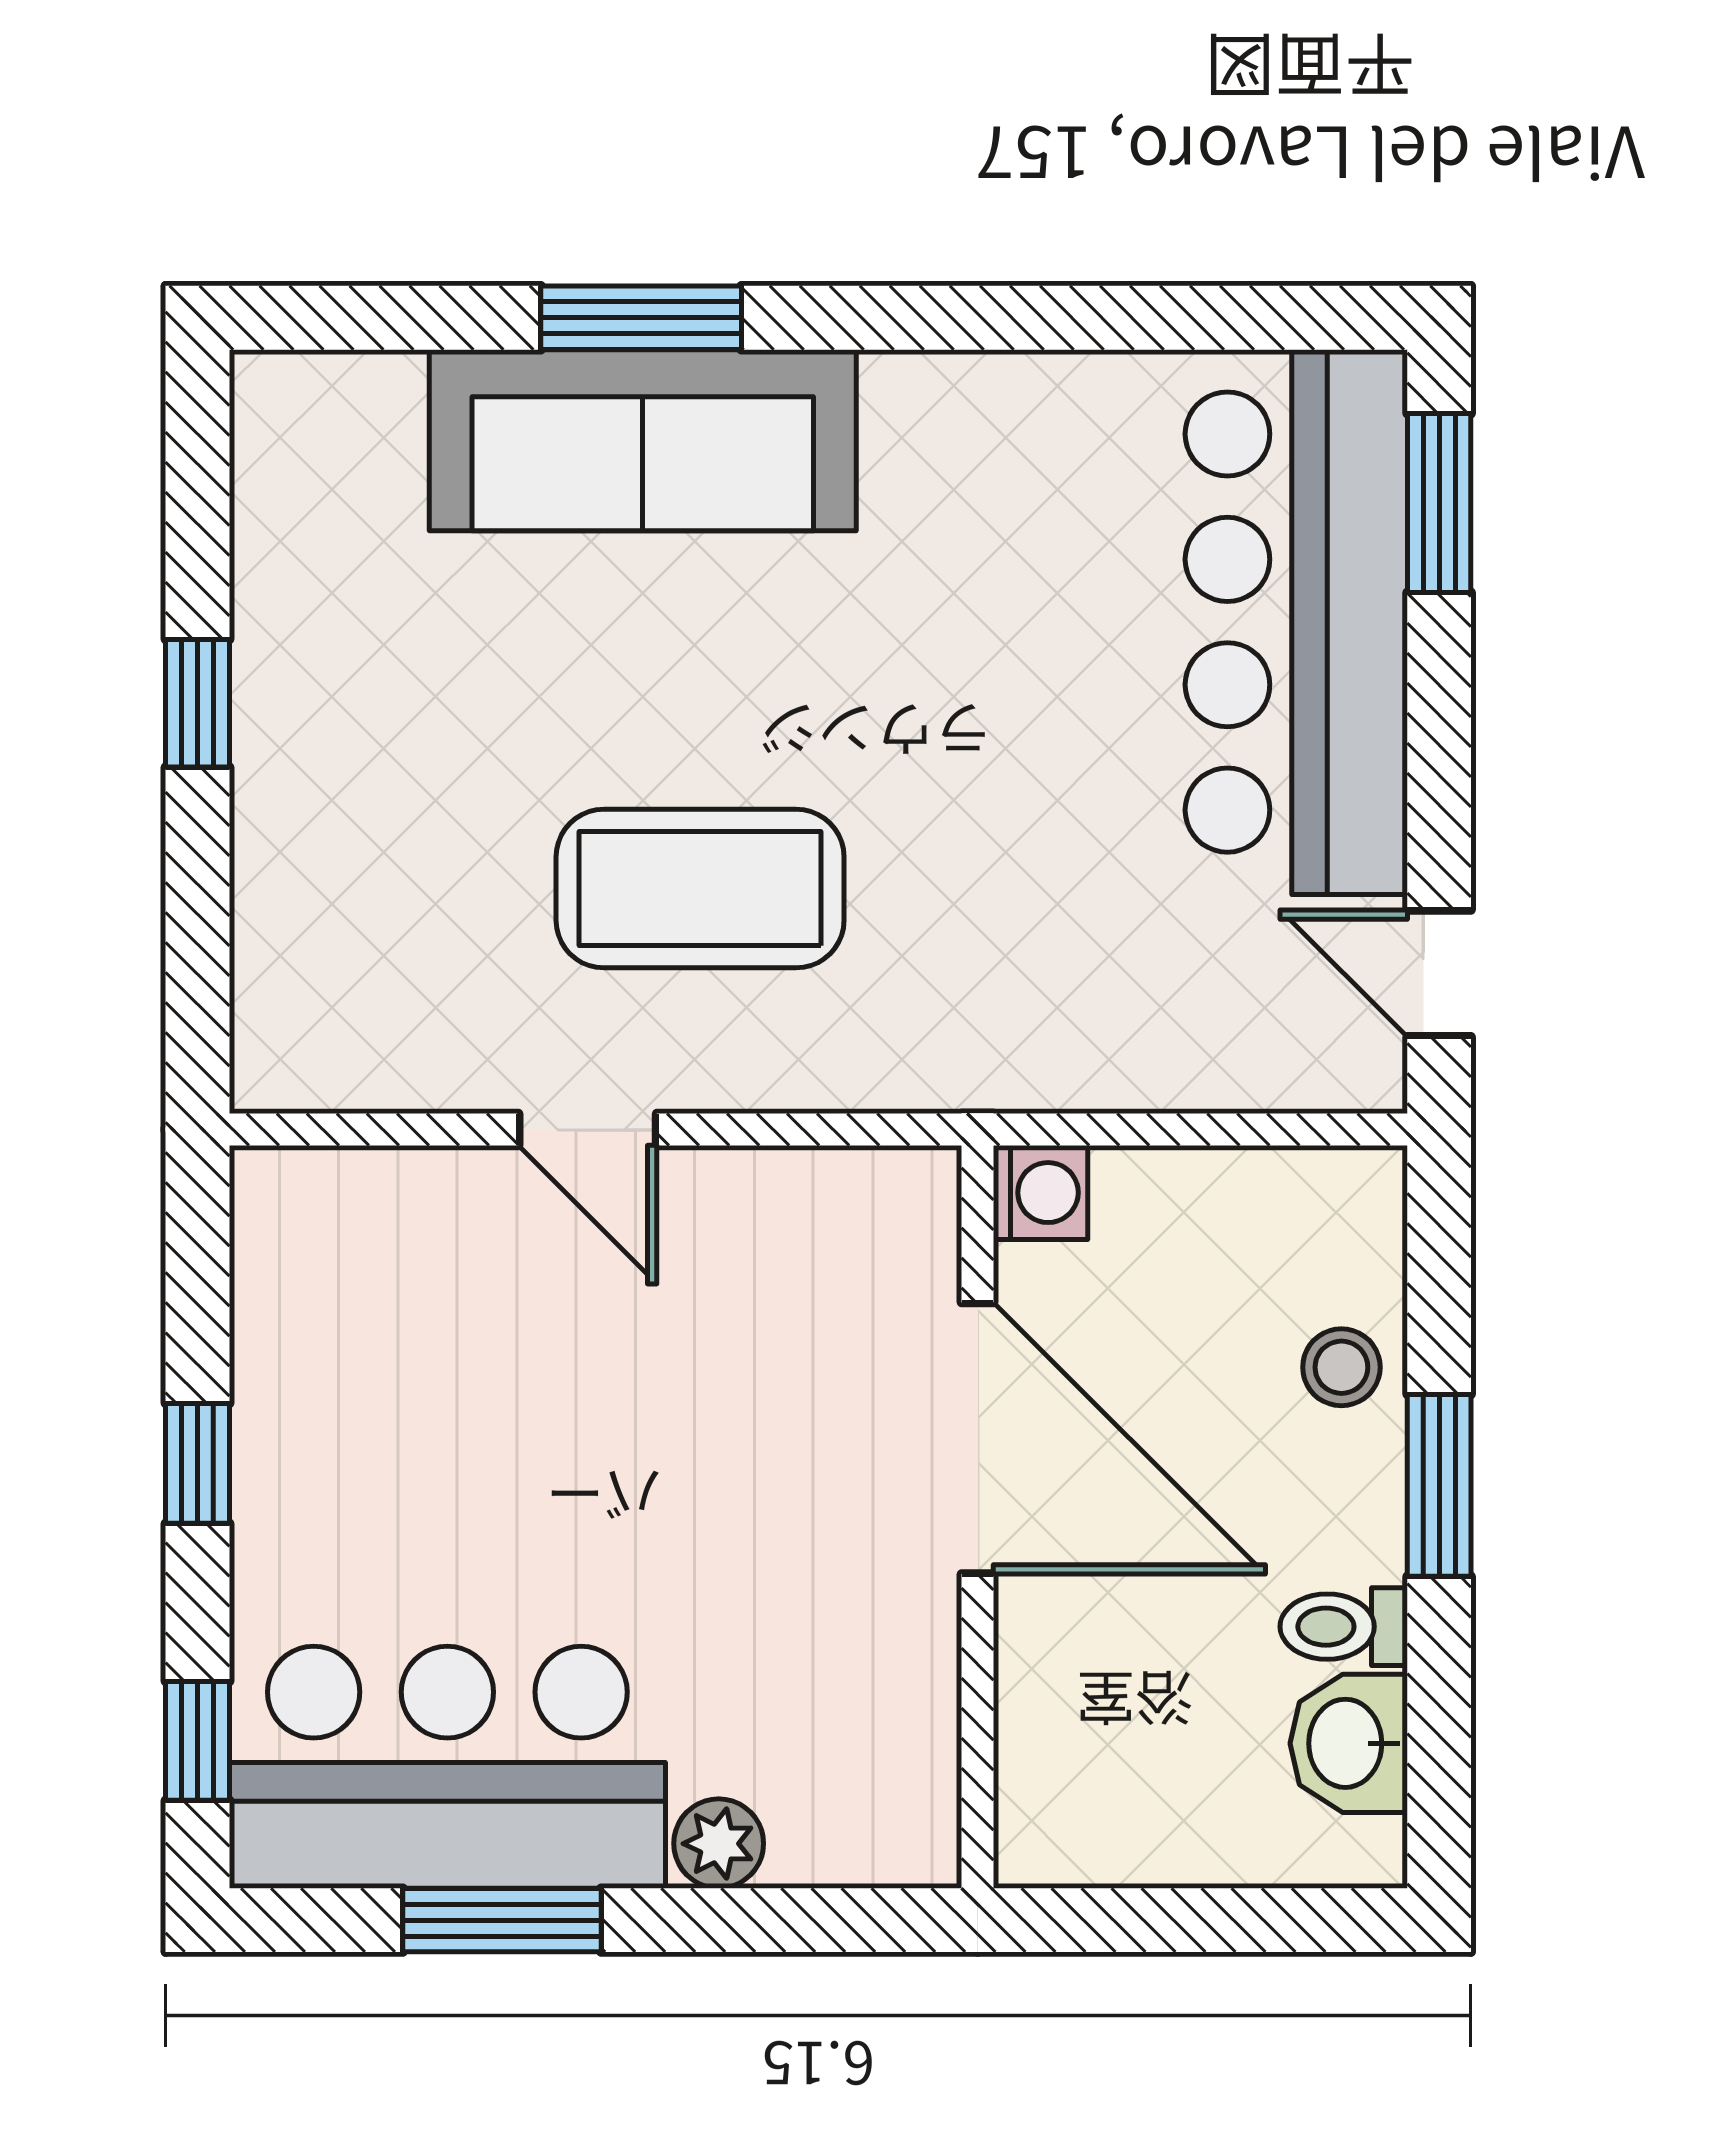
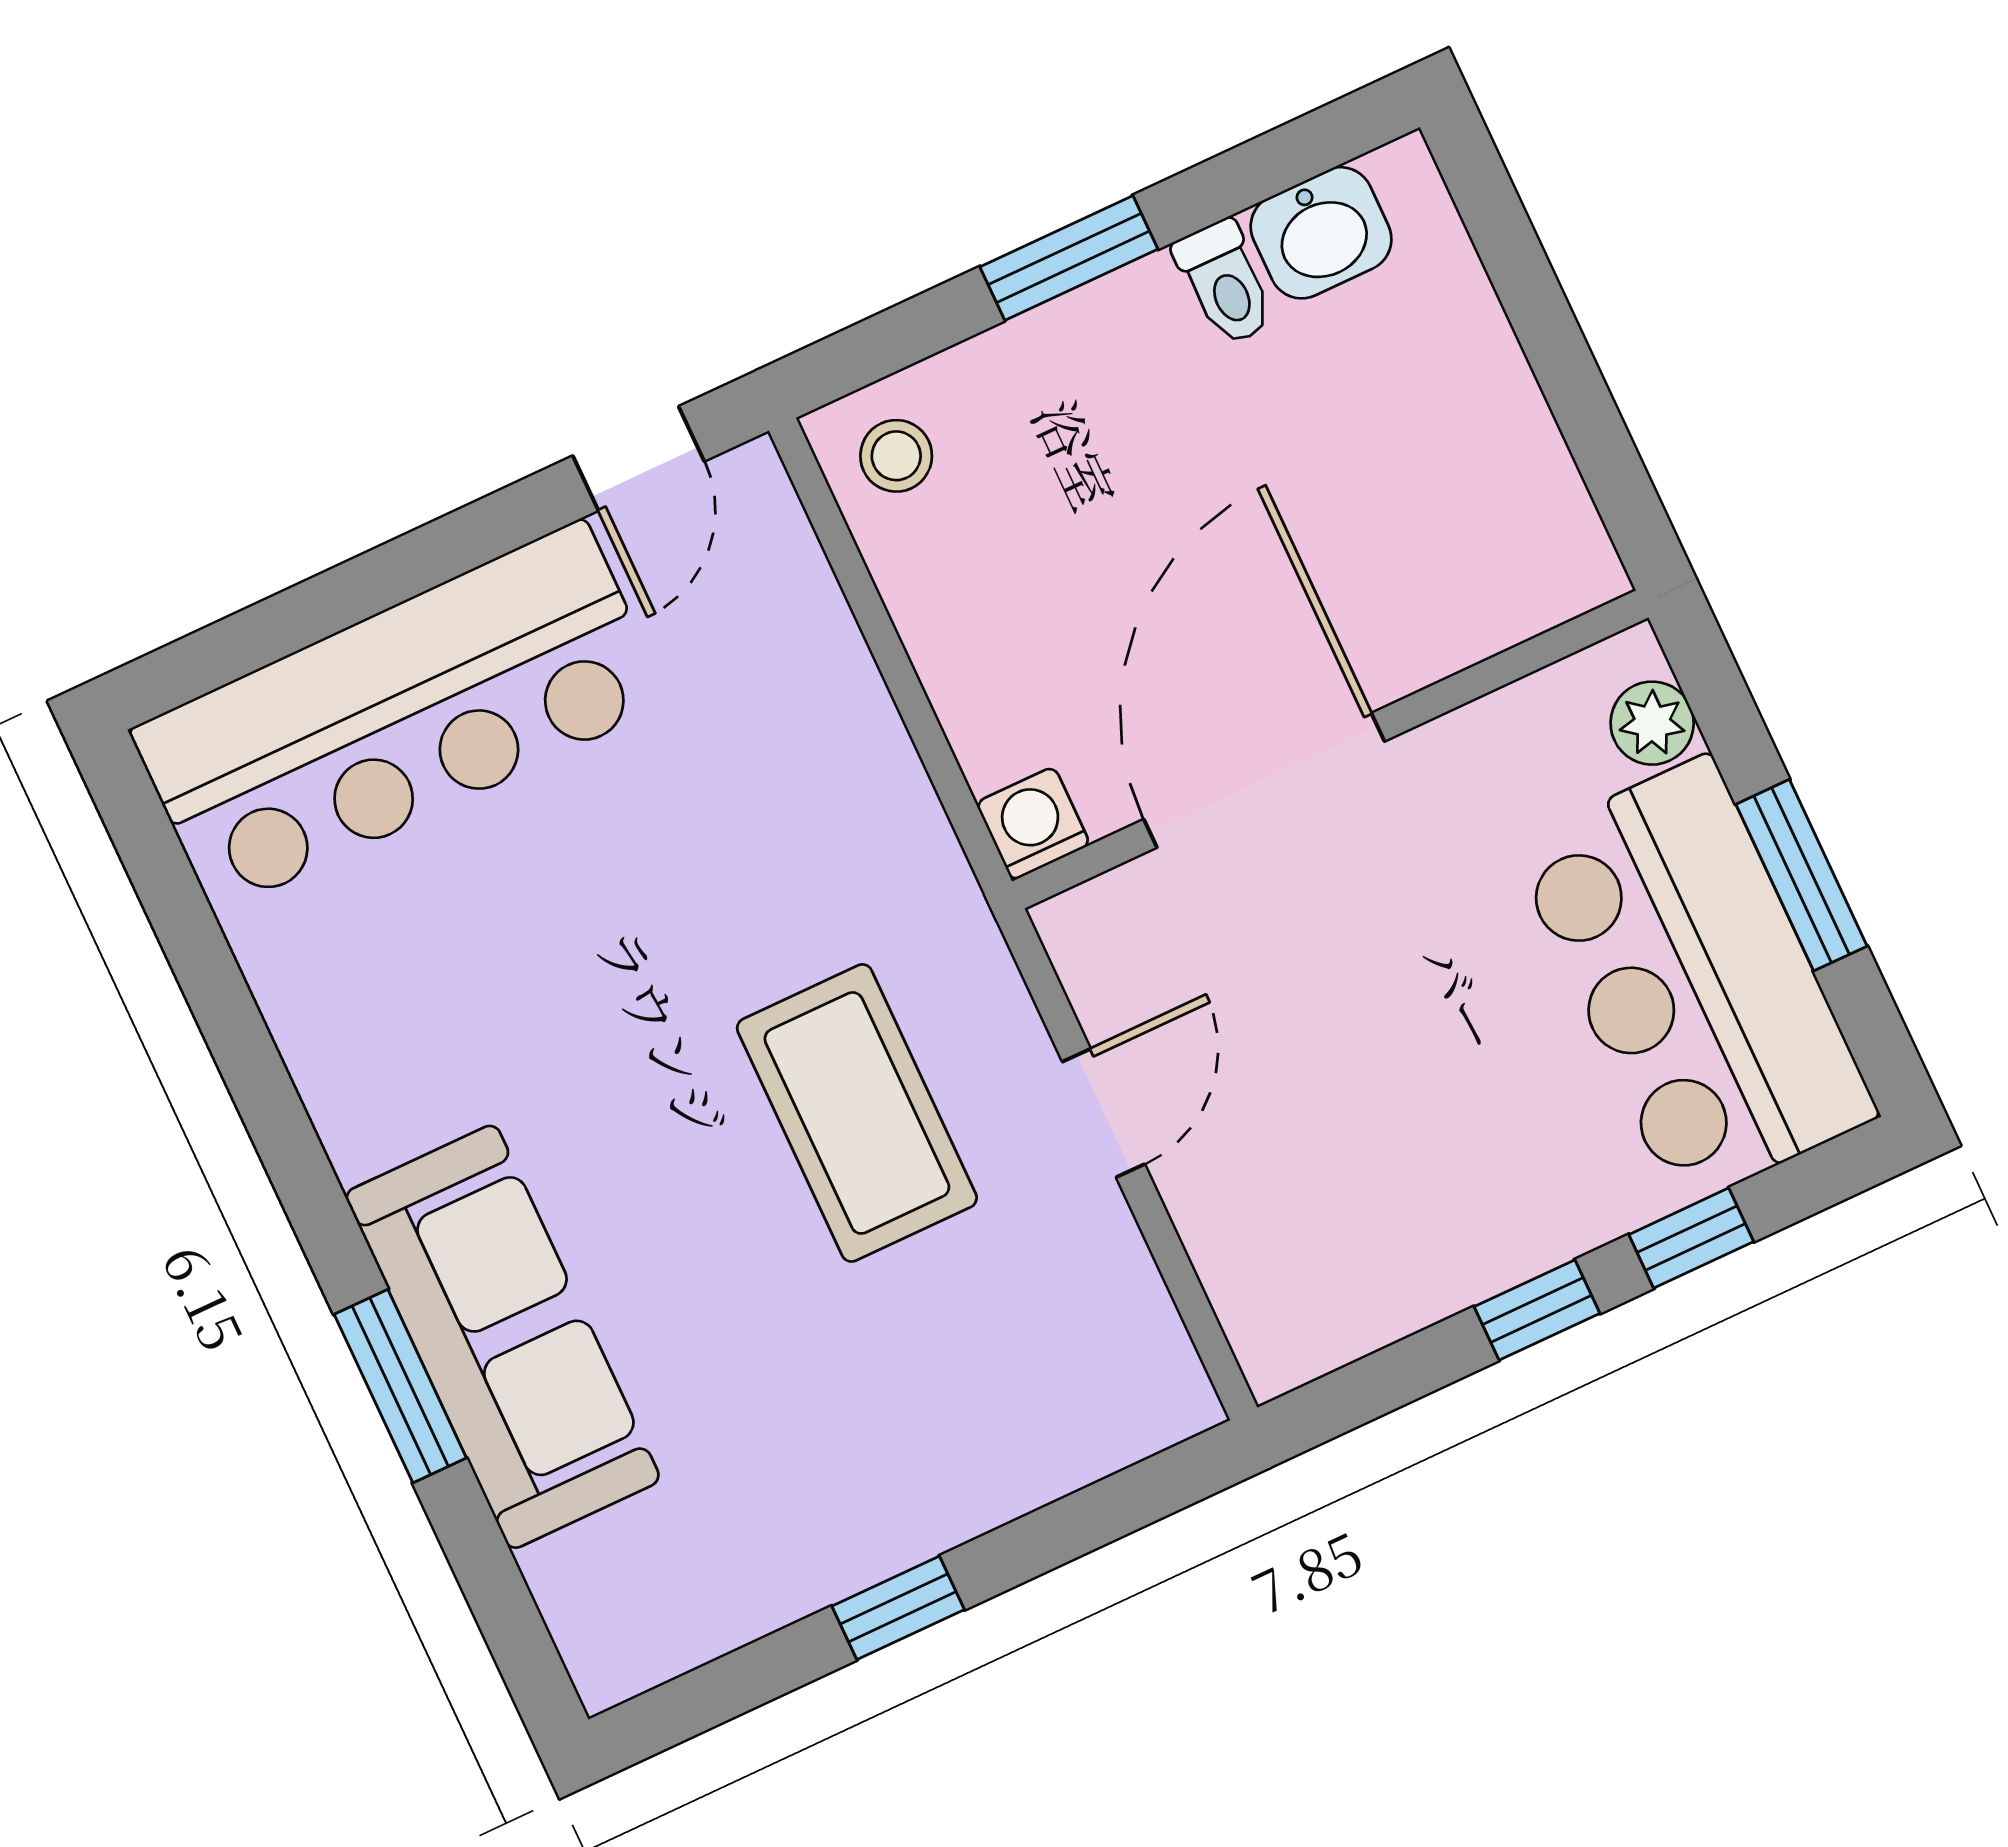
window: (1439, 503) -> (243, 643), removed
washing machine: (1040, 1193) -> (1033, 824), moved
stool: (1341, 1367) -> (896, 456), moved
door: (978, 1438) -> (1264, 780), moved
wall: (978, 1517) -> (1330, 749), moved
window: (198, 1741) -> (1691, 1238), moved

